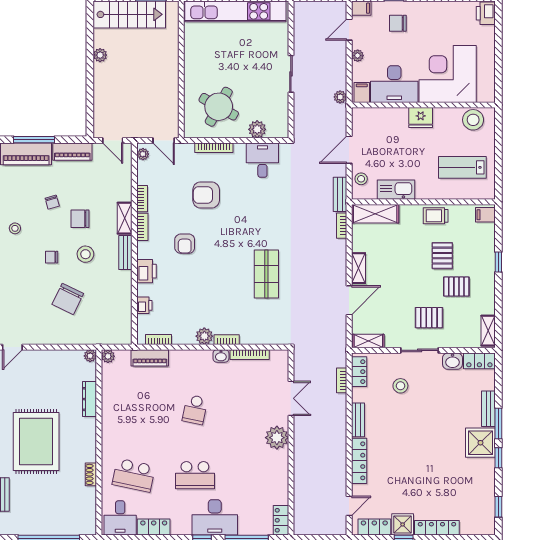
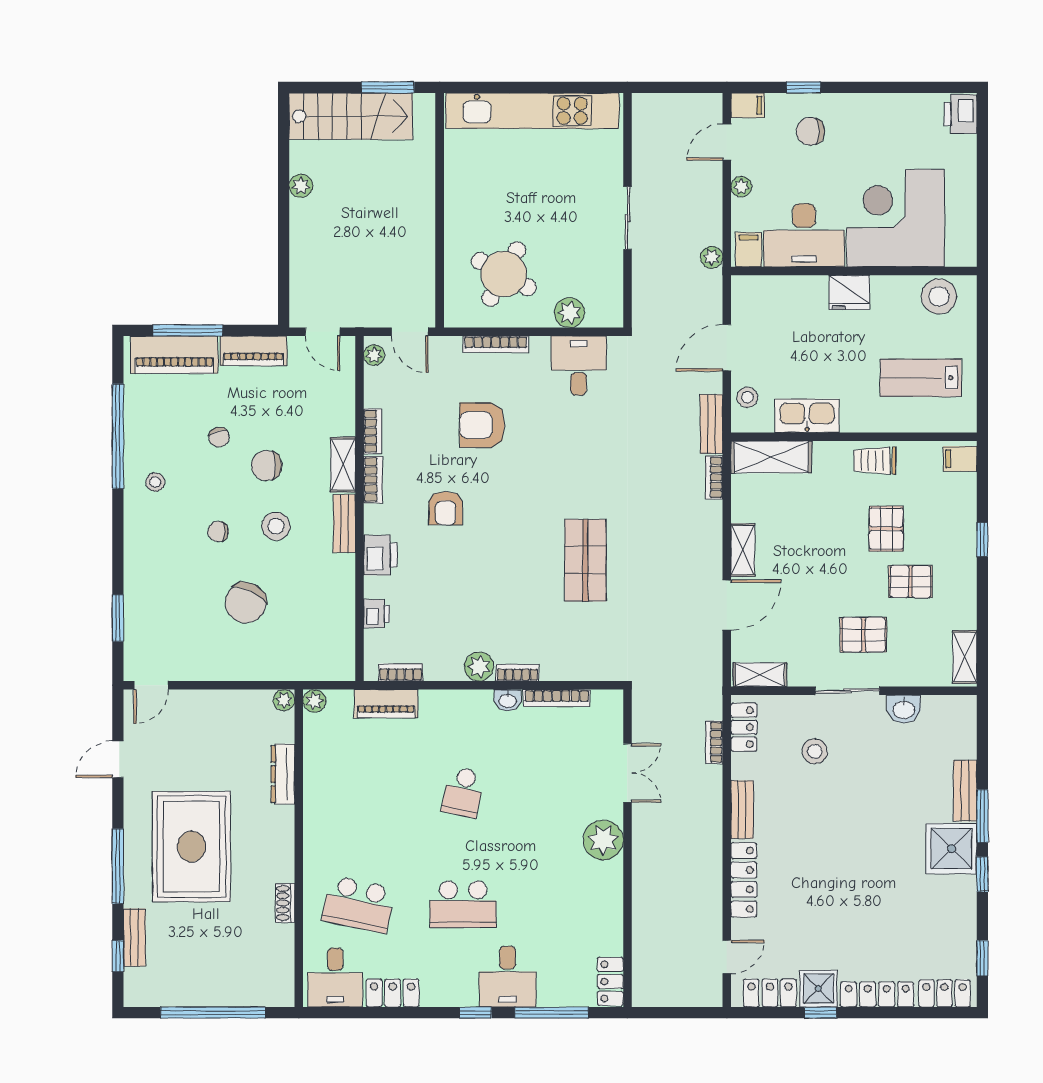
locker: (479, 361) -> (945, 993), moved, turned 180
desk: (215, 517) -> (508, 977), width x0.73

